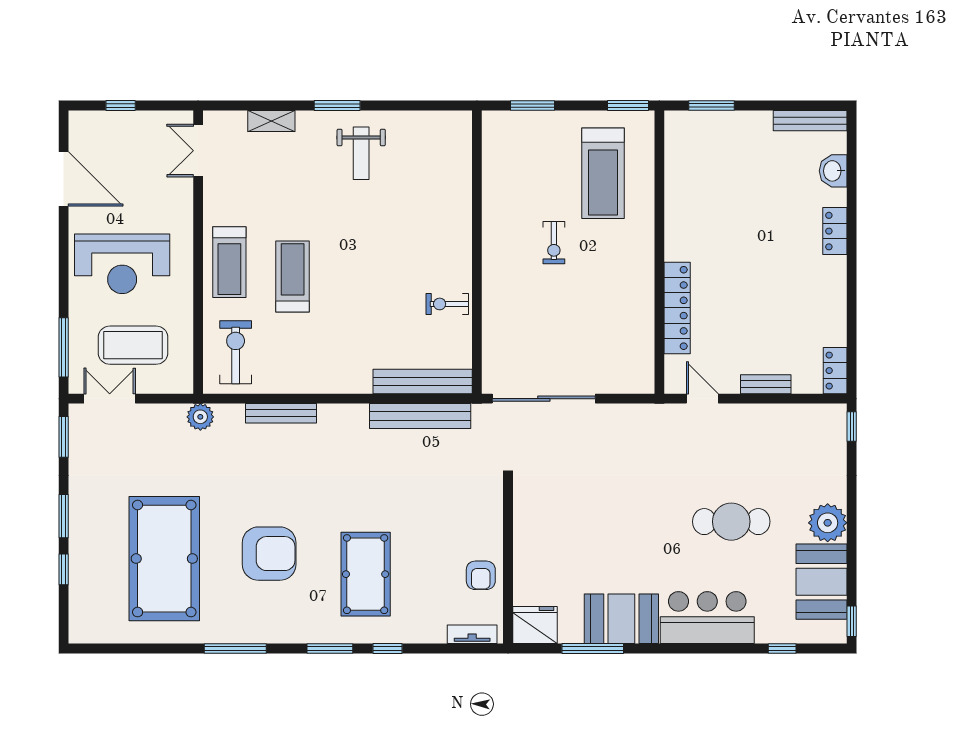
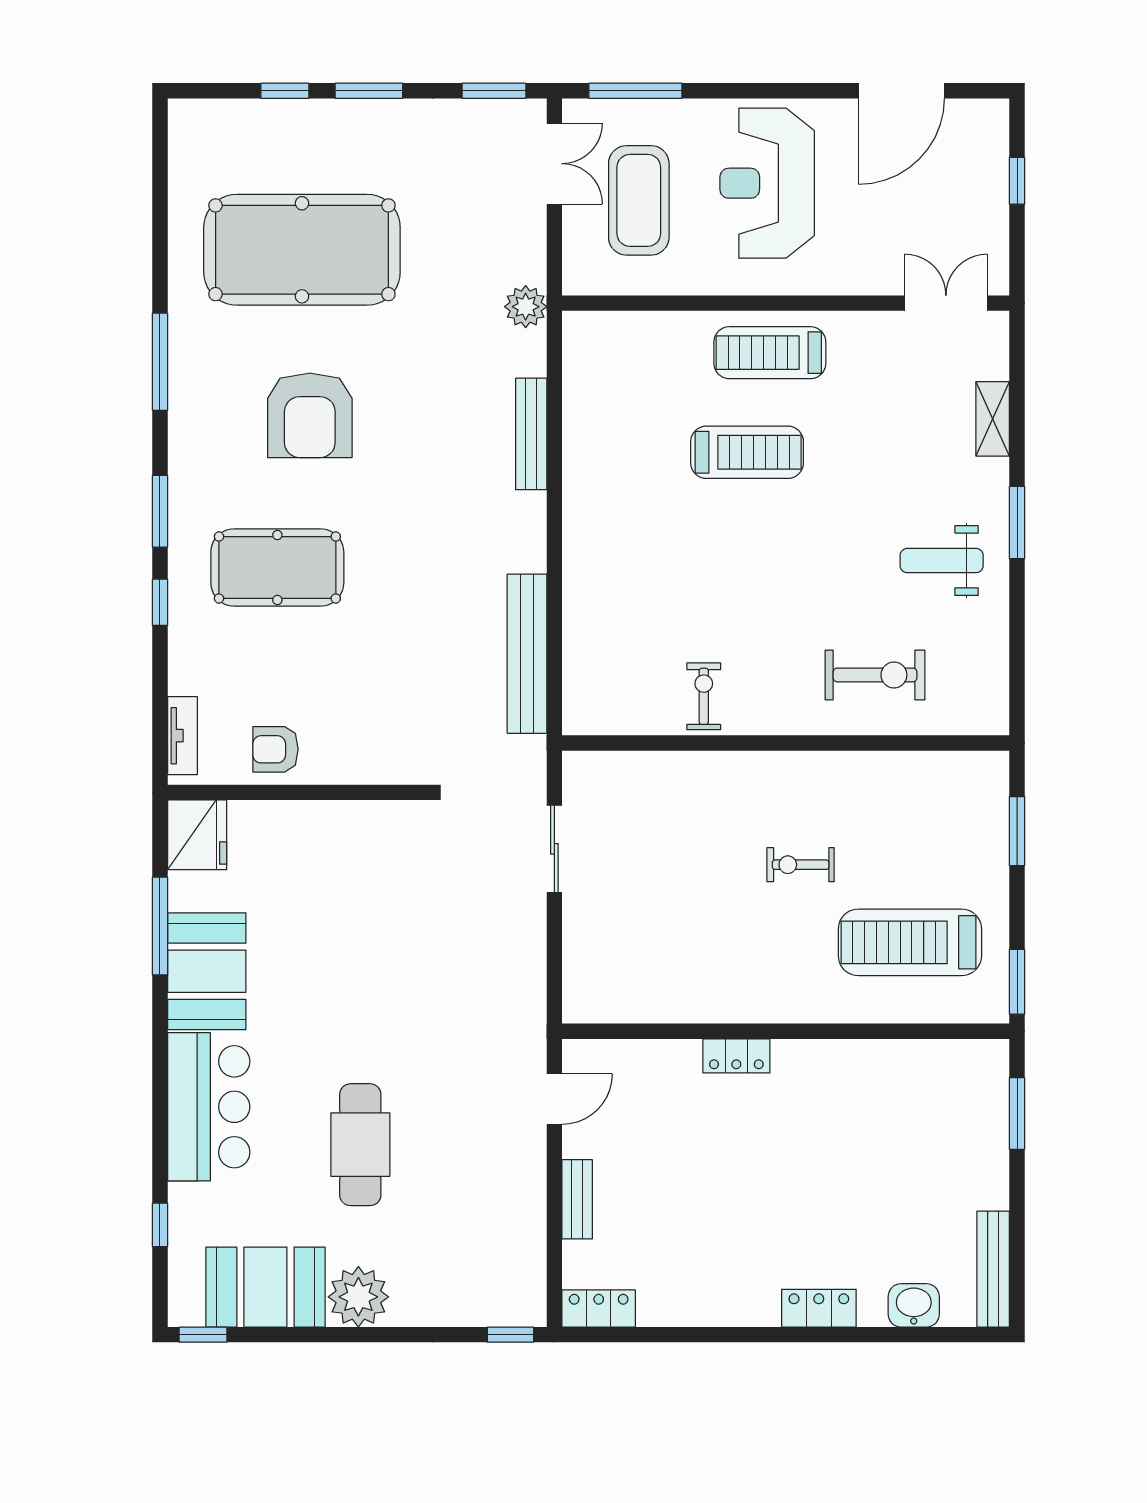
locker: (677, 308) -> (736, 1056), width x0.46, depth x0.83
exercise bike: (236, 352) -> (875, 675), moved
bench: (423, 382) -> (581, 657), removed
sliding door: (544, 399) -> (554, 849), width x0.54

